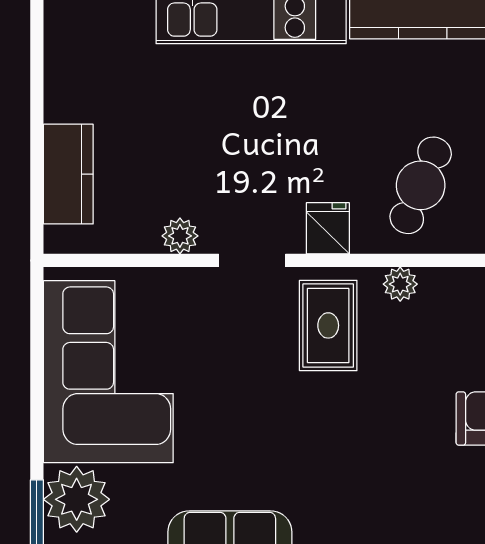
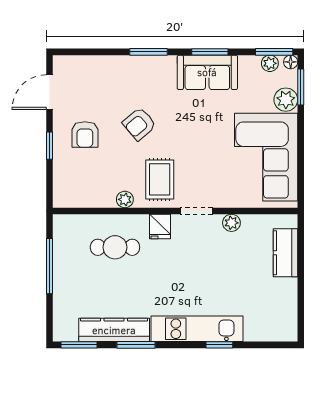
cafe table: (421, 185) -> (115, 247), turned 67
armchair: (370, 440) -> (139, 124), added
plant: (77, 499) -> (286, 100), width x0.73, depth x0.73

